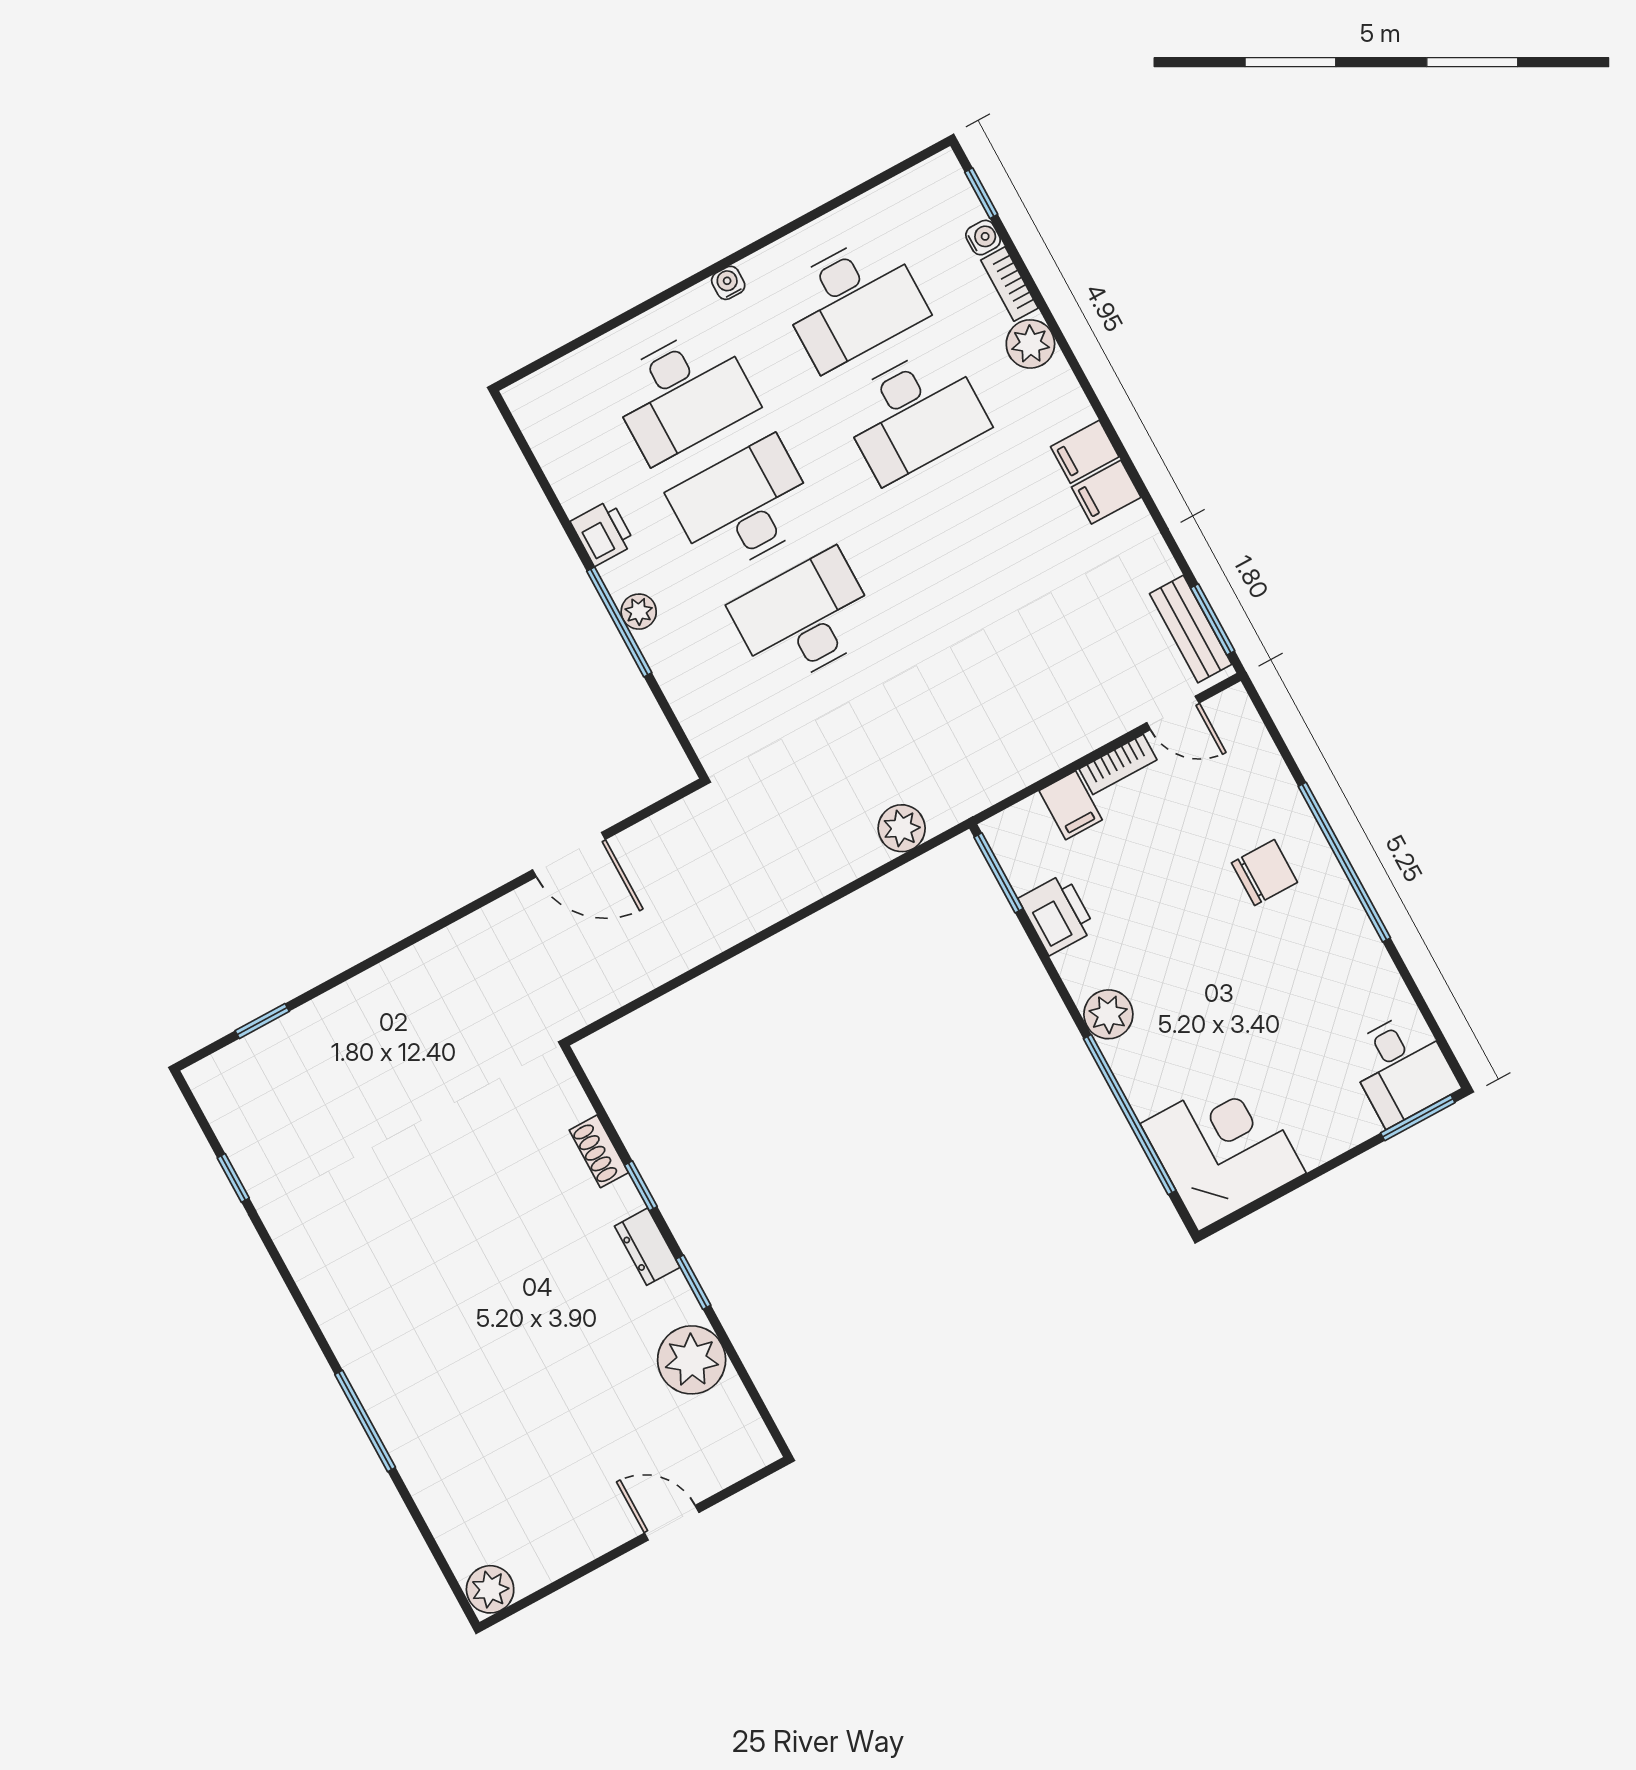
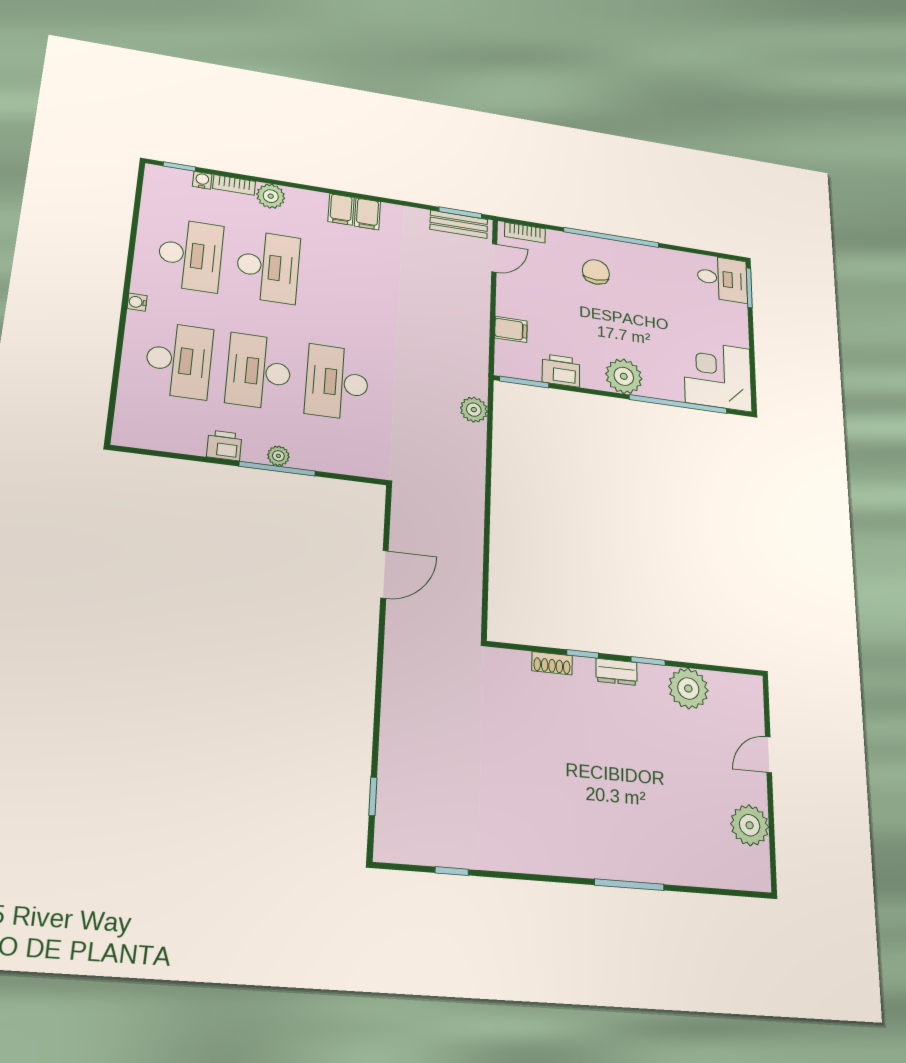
bookcase: (1118, 764) -> (525, 233), moved, turned 90
plant: (1108, 1014) -> (624, 376), width x1.36, depth x1.36
plant: (490, 1589) -> (750, 825), moved, width x1.36, depth x1.36

